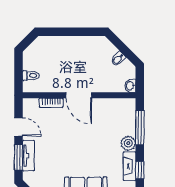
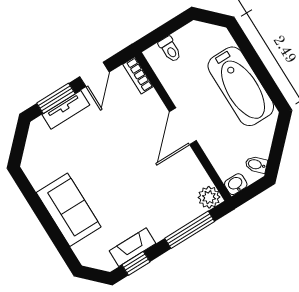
bathtub: (77, 48) -> (241, 86), added
bidet: (118, 59) -> (256, 165), moved
bookcase: (51, 103) -> (138, 75), moved
plant: (128, 143) -> (209, 197), moved

